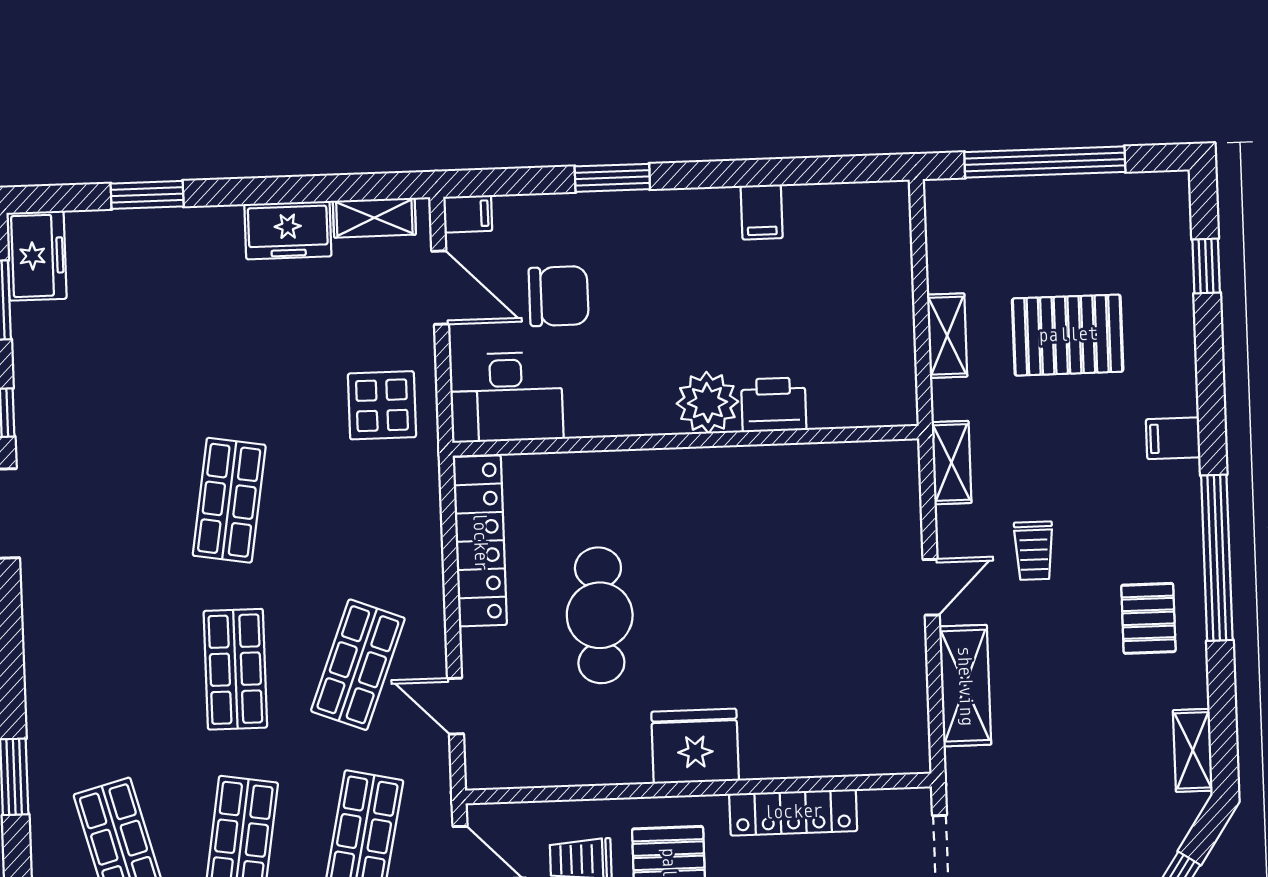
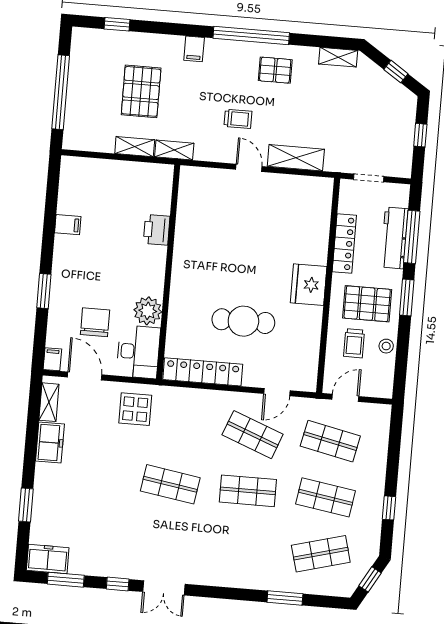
door: (440, 288) -> (85, 376), hinge flipped
plant: (707, 403) -> (148, 311), moved
shelving: (951, 463) -> (174, 150), moved

